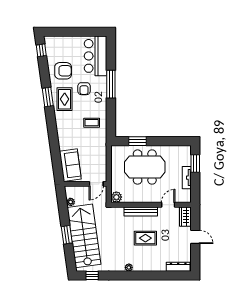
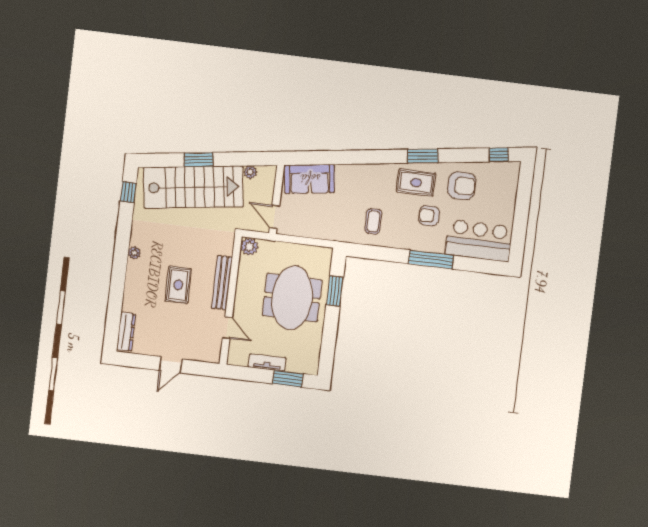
armchair: (63, 71) -> (462, 186), turned -90
wardrobe: (185, 217) -> (205, 353), removed

